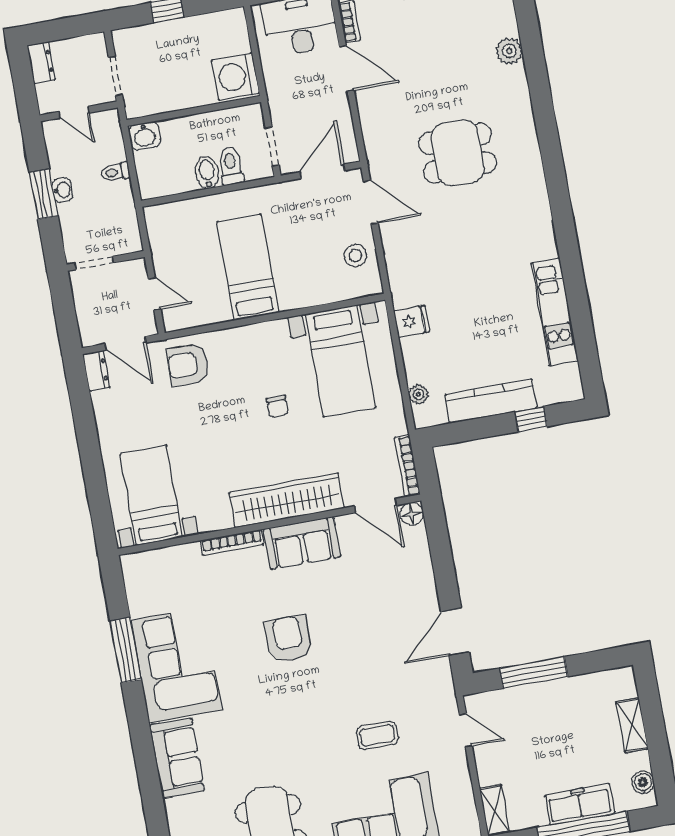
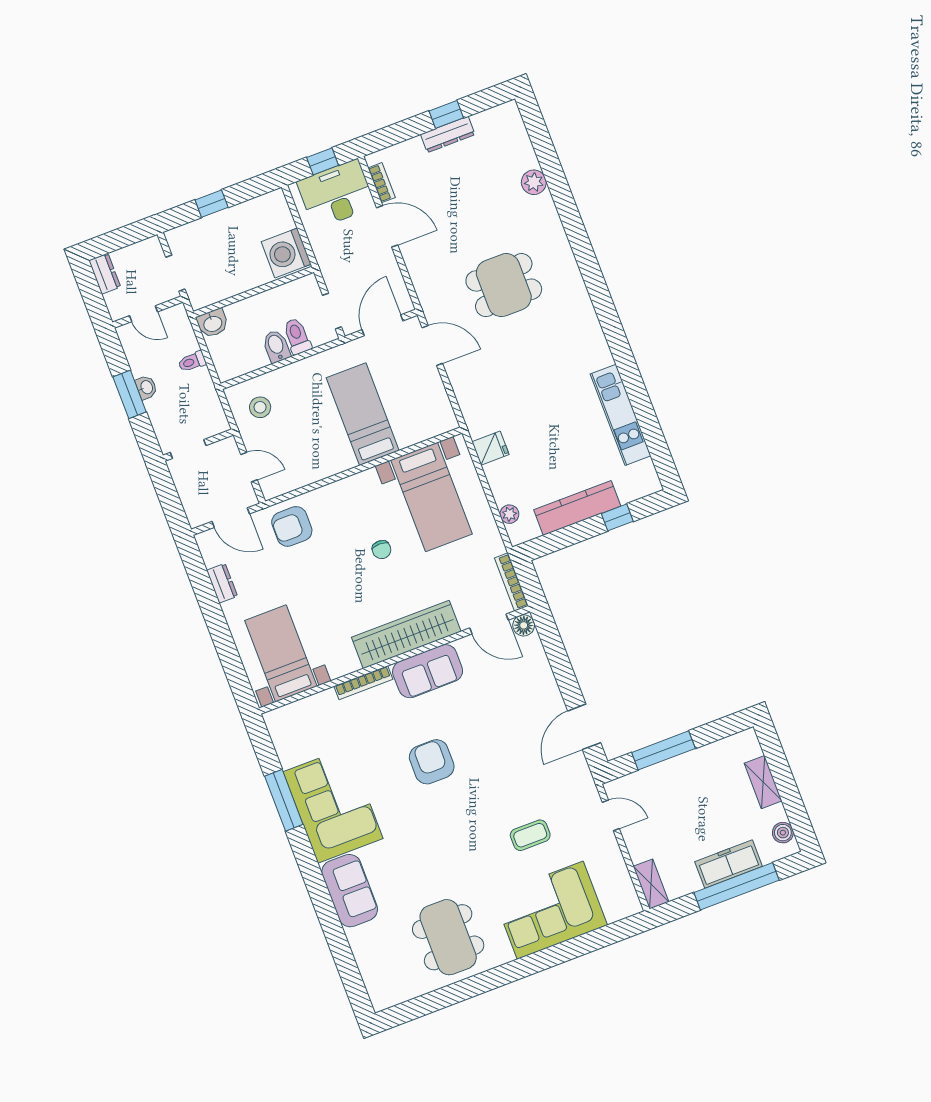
stool: (355, 256) -> (260, 407), moved
bed: (248, 267) -> (363, 414), moved
dresser: (96, 371) -> (222, 583), moved

